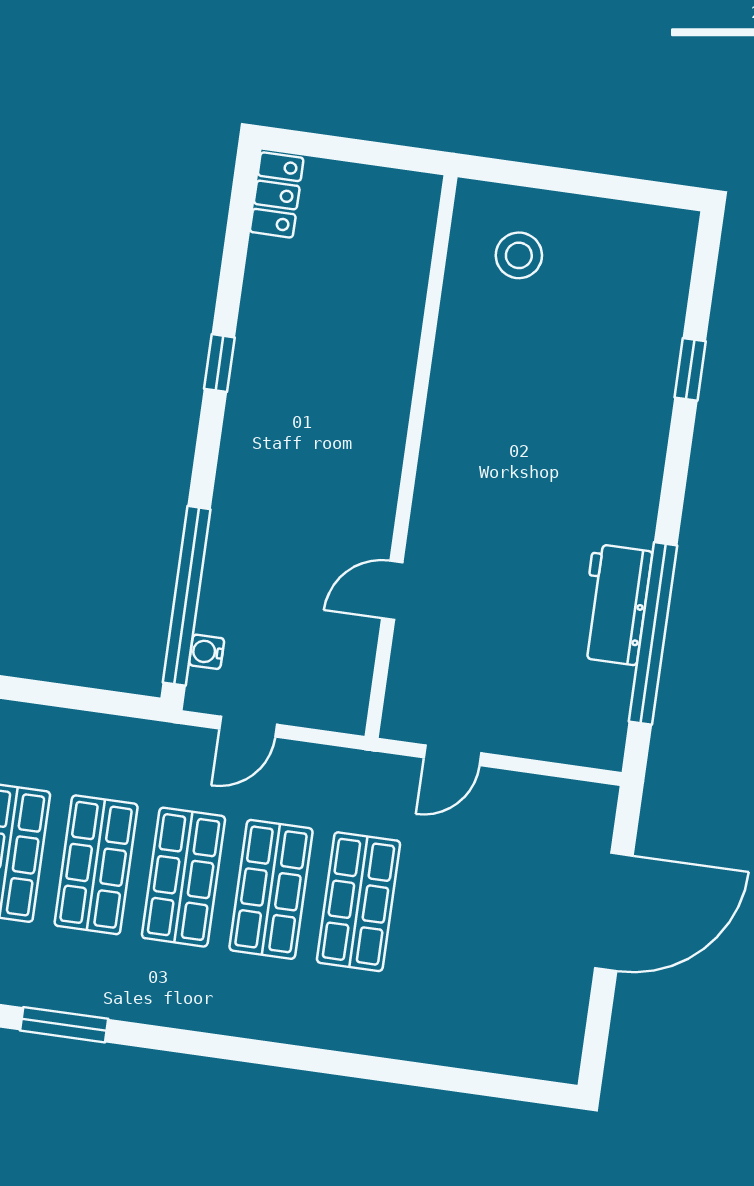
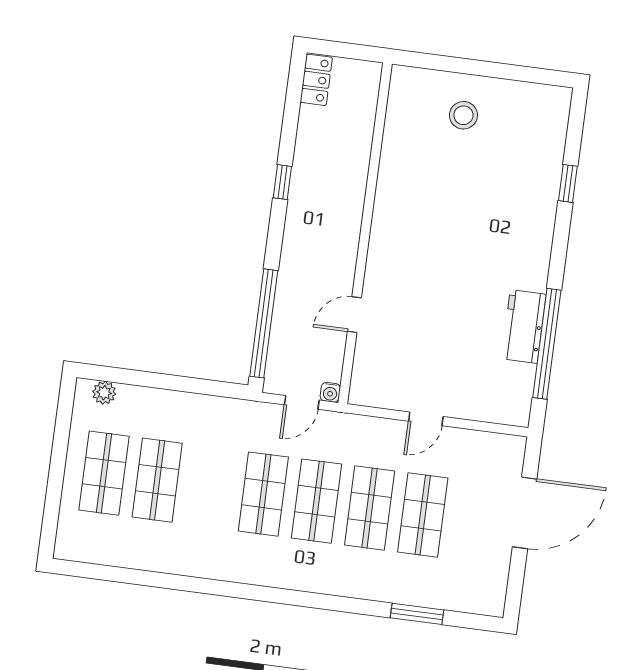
wall: (411, 457) -> (365, 233), moved
door: (392, 590) -> (354, 315), moved
water cooler: (207, 652) -> (330, 392), moved, turned -90
shop shelf: (96, 865) -> (423, 515), moved
window: (64, 1025) -> (417, 614), moved

